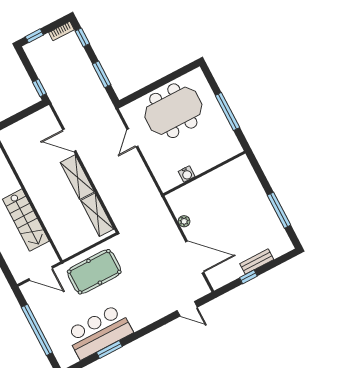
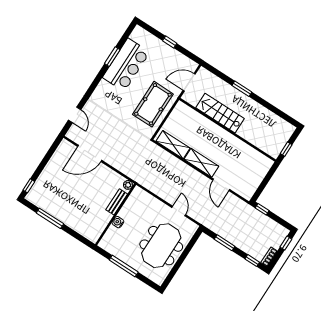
door: (69, 140) -> (221, 185), swing flipped
water cooler: (187, 174) -> (118, 222), moved
plant: (184, 221) -> (128, 185), moved
bench: (257, 262) -> (117, 202), moved
window: (248, 277) -> (29, 186), moved
door: (187, 309) -> (75, 115), swing flipped
window: (37, 330) -> (170, 42), width x0.32

